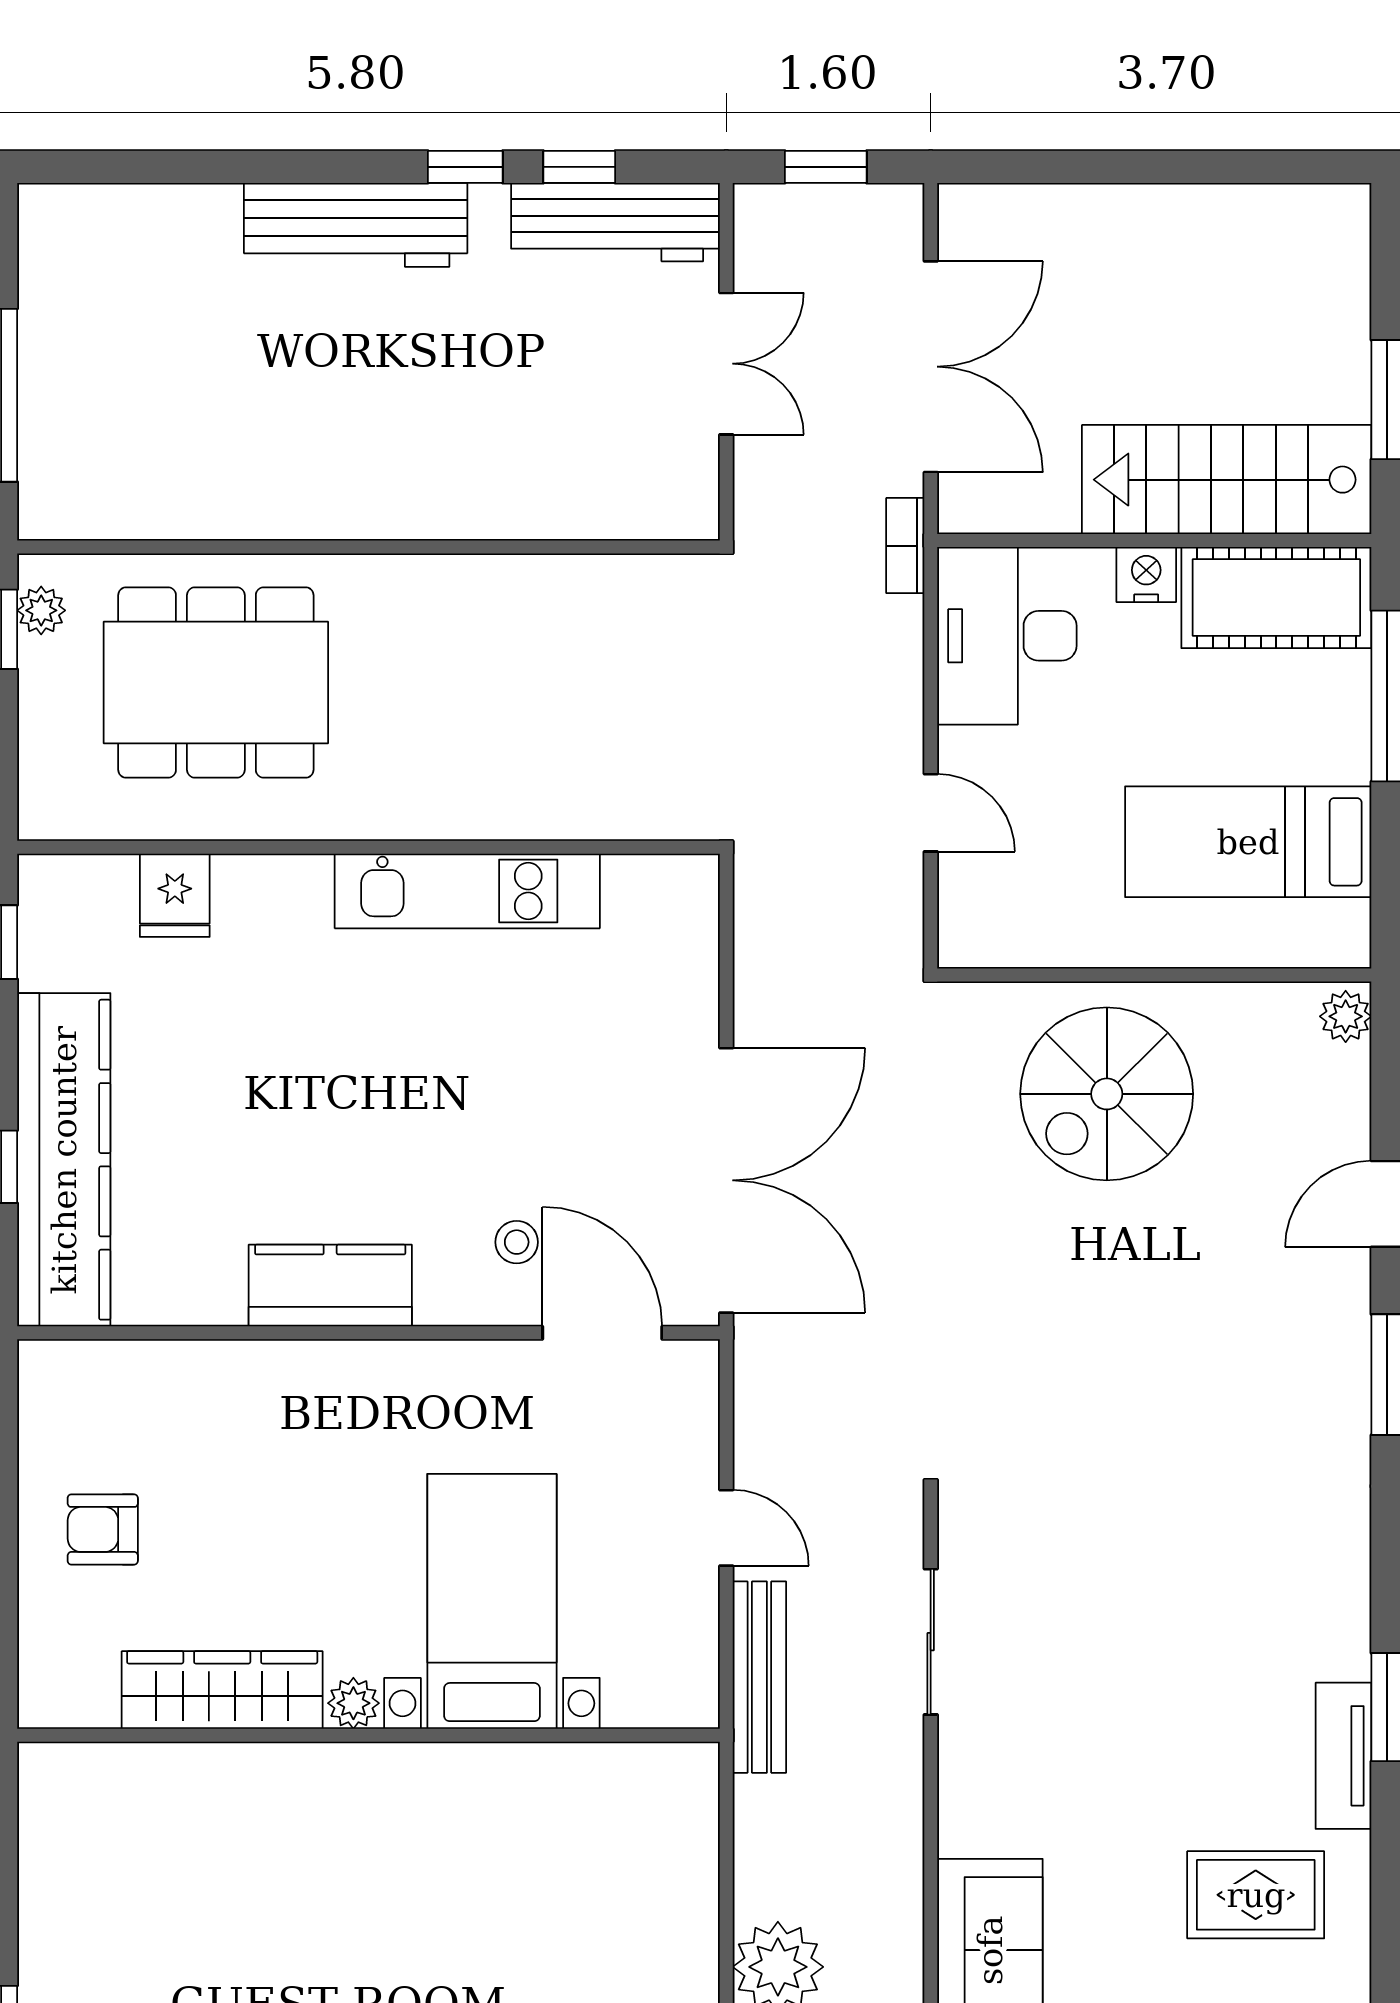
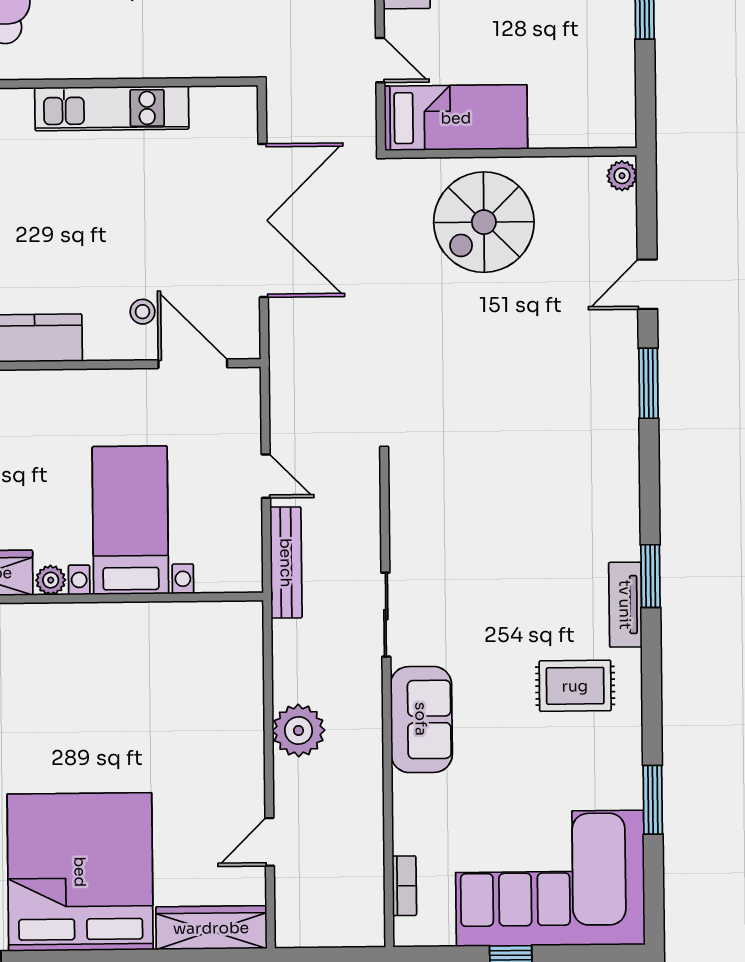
bed: (1248, 842) -> (456, 118), moved, turned 180
double door: (726, 1180) -> (263, 221), moved
sliding door: (931, 1642) -> (386, 615), moved

